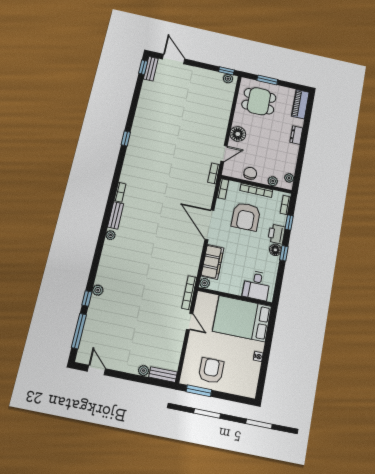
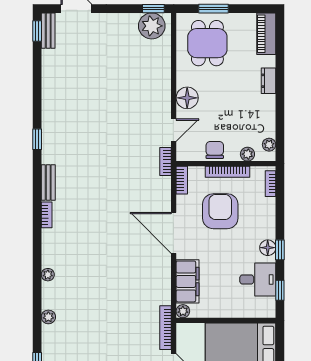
plant: (228, 79) -> (152, 26), width x1.88, depth x1.88
dining table: (259, 101) -> (207, 43), turned 90
bench: (116, 215) -> (48, 183), moved
armchair: (246, 217) -> (220, 211), turned 180
window: (289, 223) -> (280, 290), moved
printer: (276, 234) -> (266, 226), removed
desk: (256, 285) -> (258, 279), moved, turned -90
plant: (98, 290) -> (48, 317), moved

